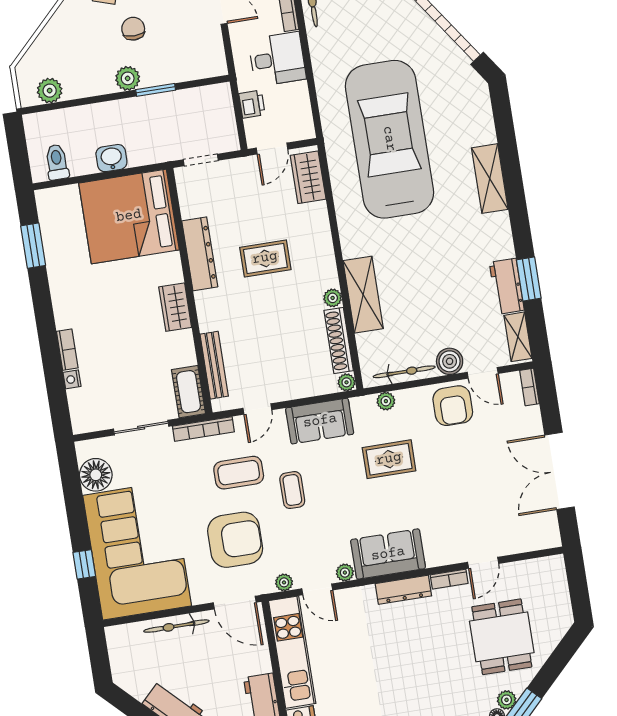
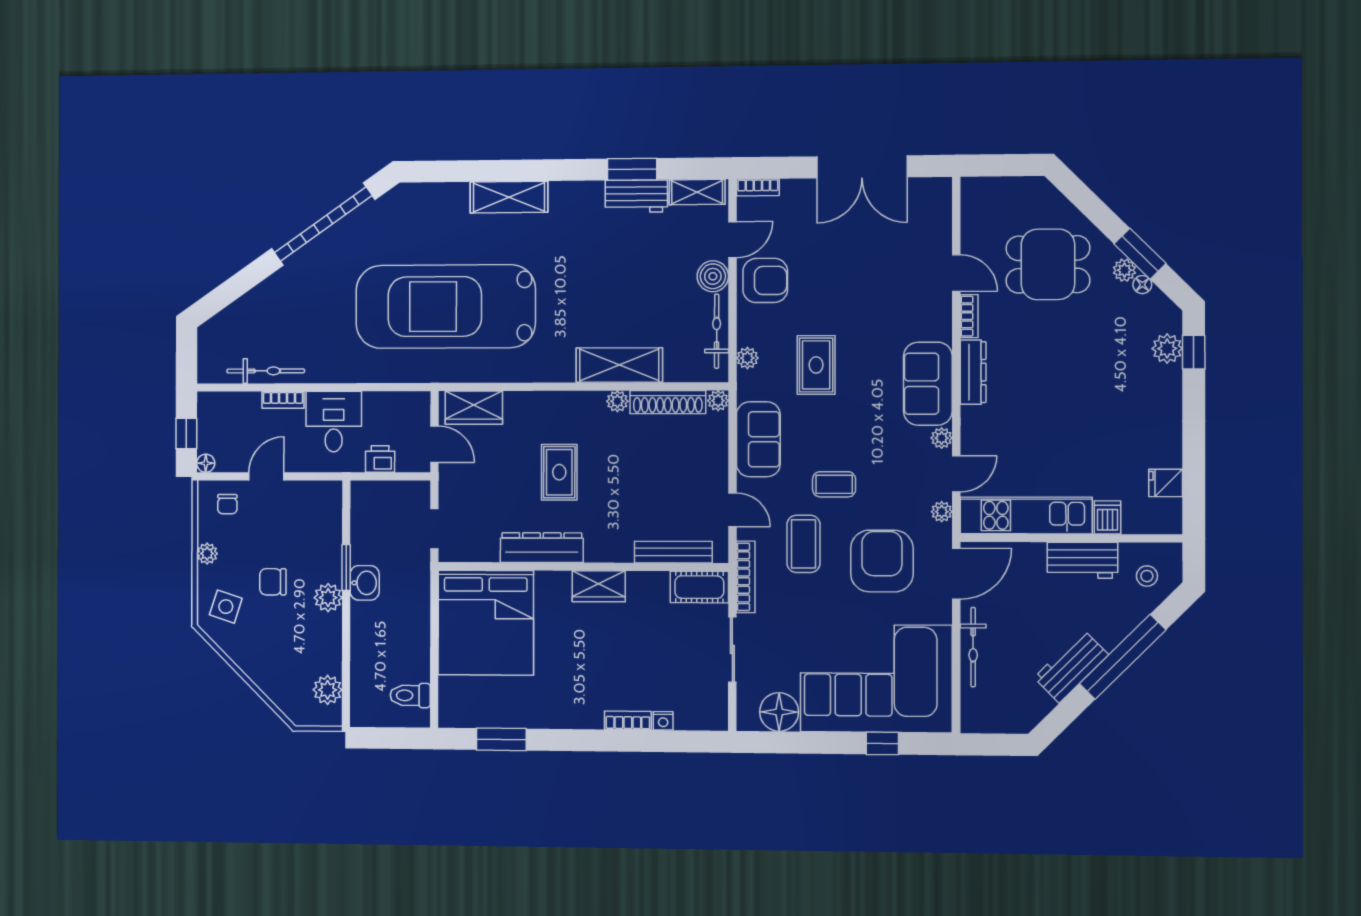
washbasin: (111, 158) -> (365, 583), moved, turned 180

